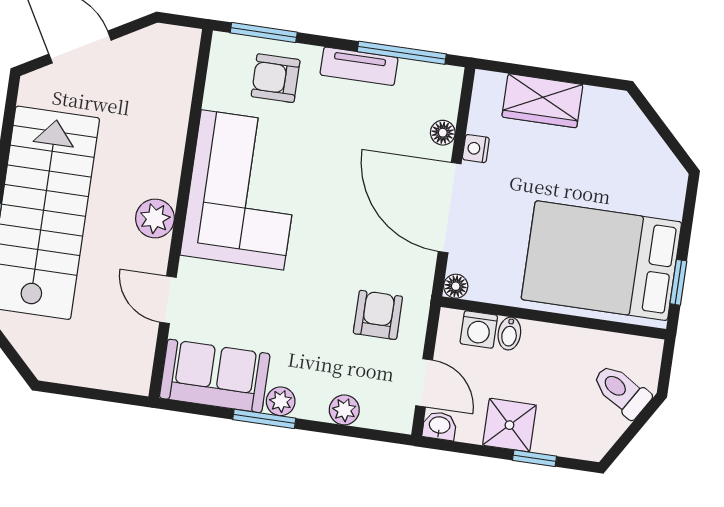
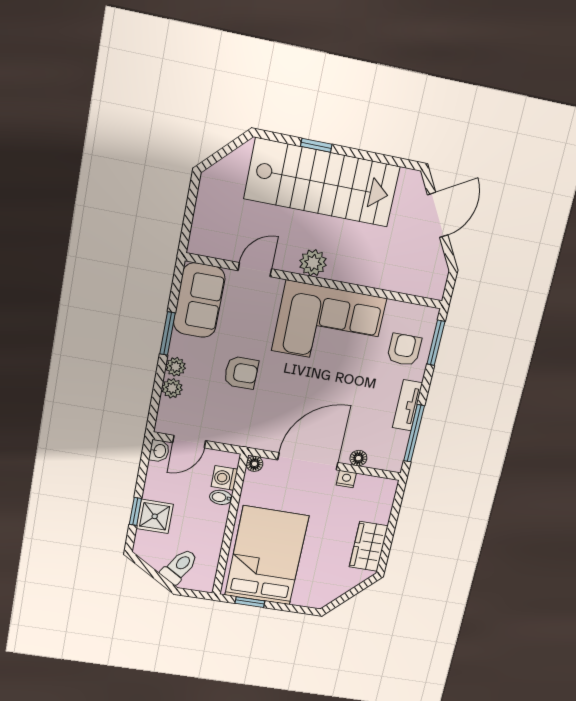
wardrobe: (542, 101) -> (369, 546), moved
armchair: (378, 315) -> (241, 373), moved
plant: (281, 401) -> (176, 367), moved
shower: (509, 425) -> (155, 516), moved

